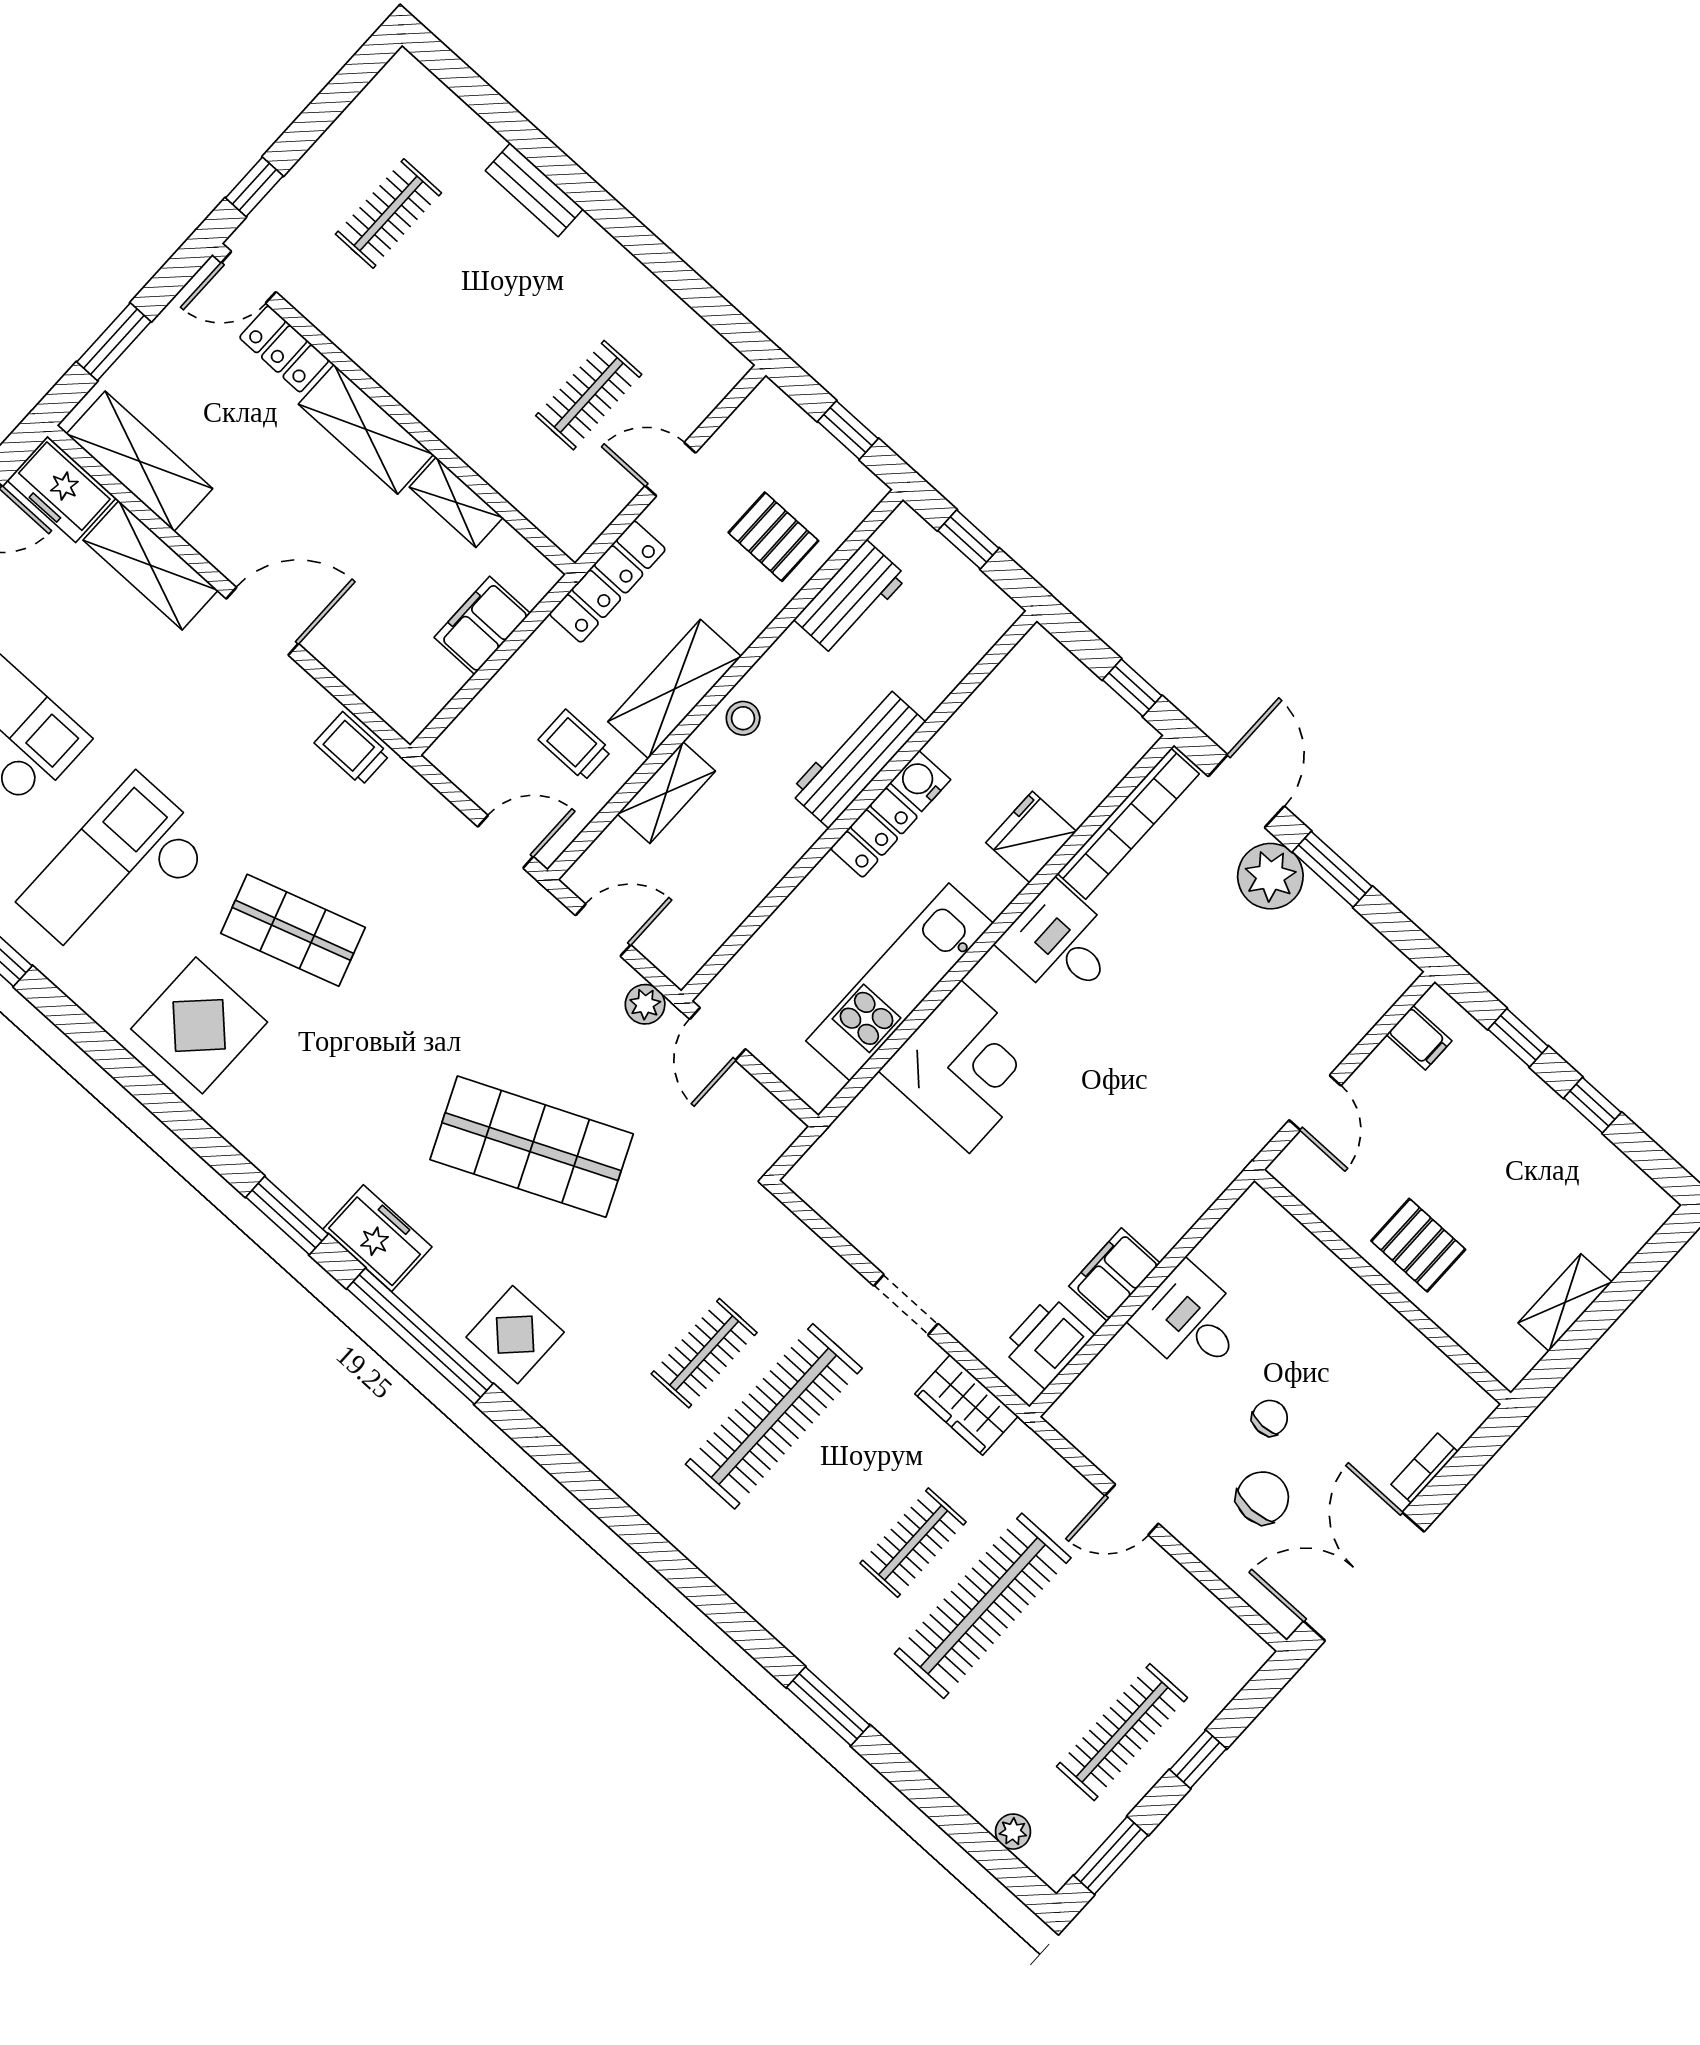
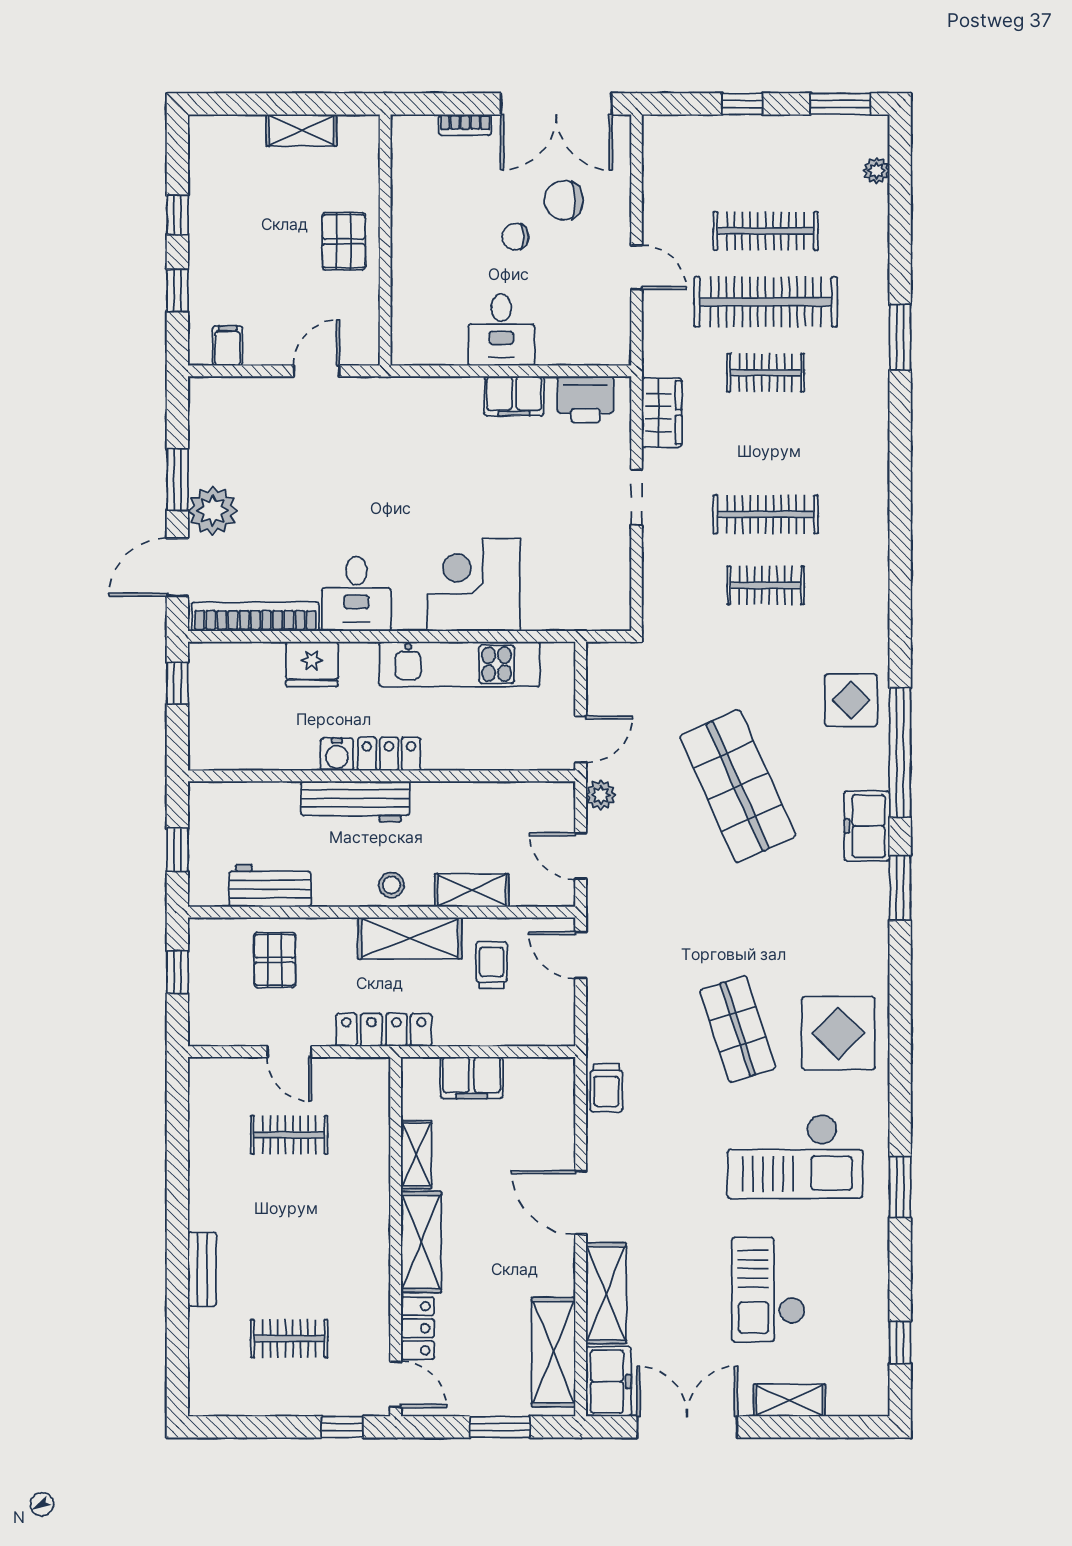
trolley: (575, 745) -> (492, 965), turned 180
clothes rail: (774, 1416) -> (766, 514), width x0.73, depth x0.76
clothes rail: (1122, 1732) -> (766, 231), moved

